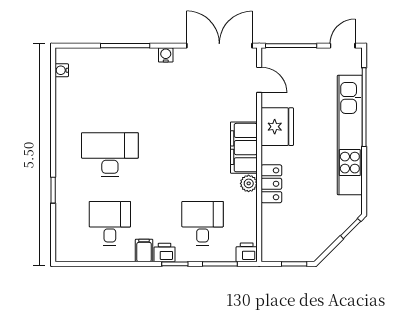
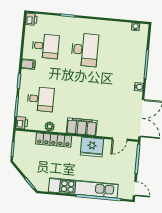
plant: (249, 183) -> (50, 127), moved
locker: (271, 184) -> (54, 140), width x1.53
printer: (165, 252) -> (31, 19), moved

